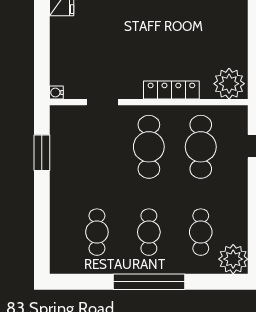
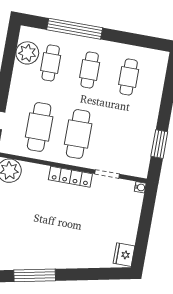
locker: (171, 90) -> (70, 177), moved
plant: (233, 259) -> (27, 53), moved
window: (149, 282) -> (75, 29), moved

